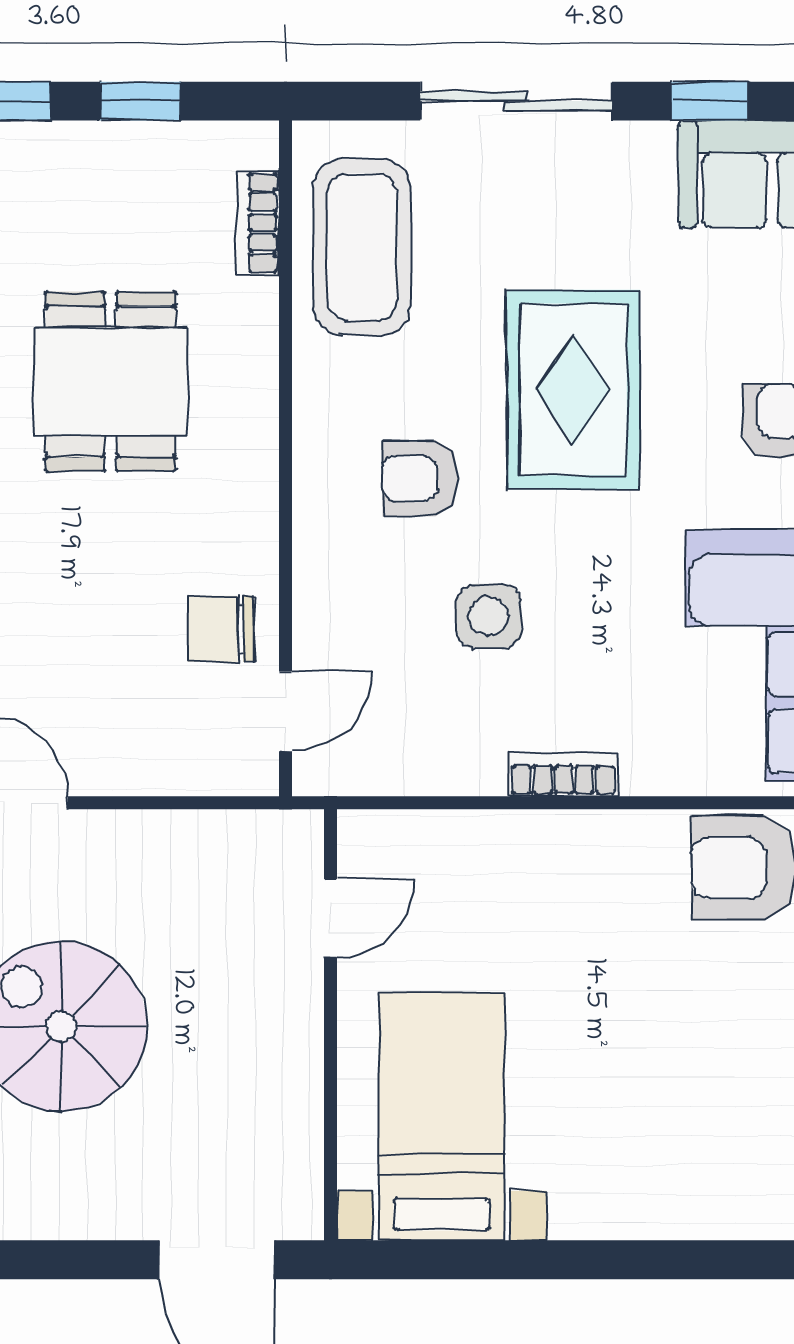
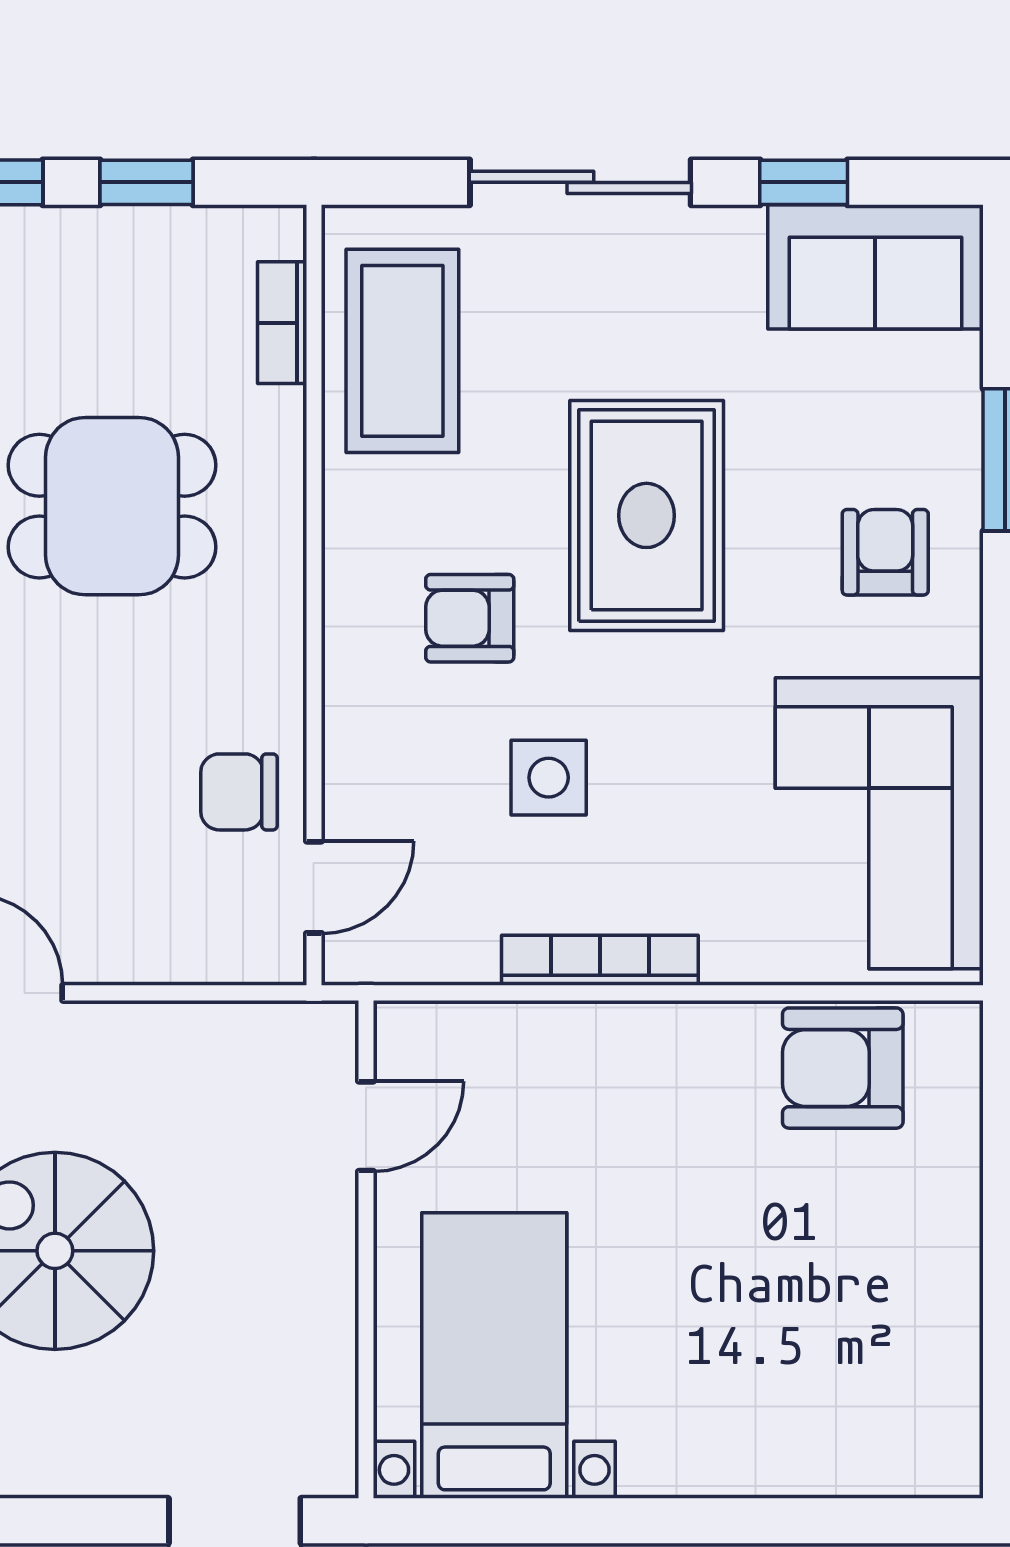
dining table: (111, 381) -> (112, 506), turned 90
bookcase: (564, 775) -> (600, 960), width x1.56

